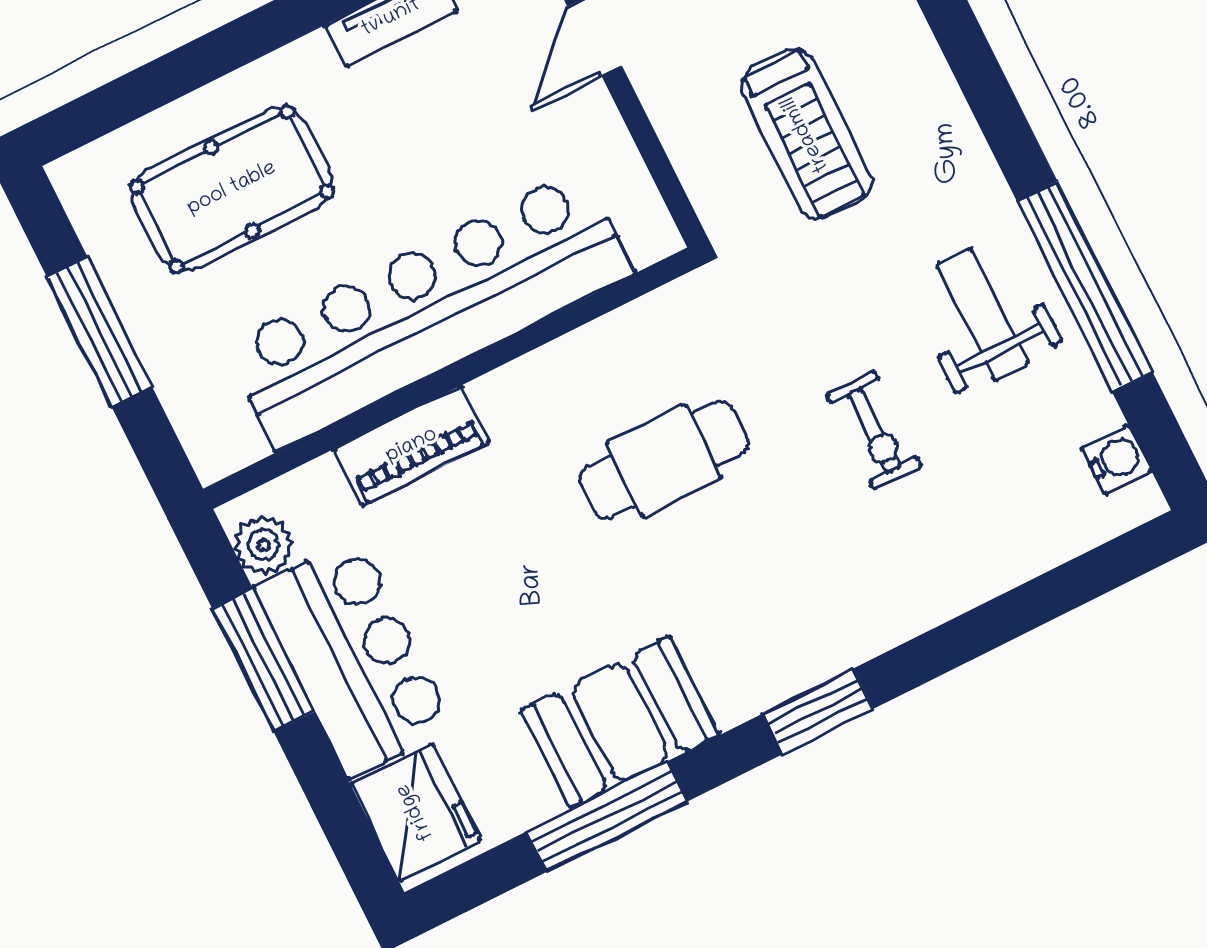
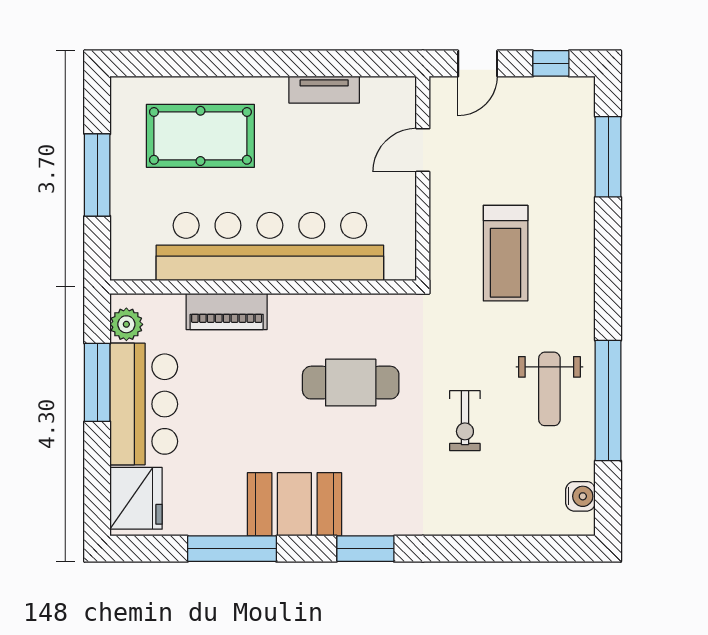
weight bench: (983, 314) -> (549, 389), turned 180
booth: (620, 722) -> (294, 504), moved

